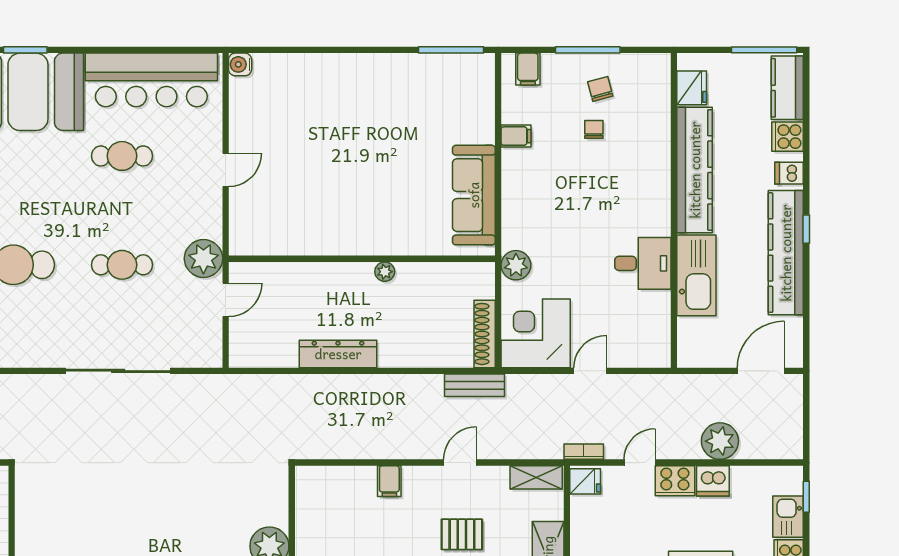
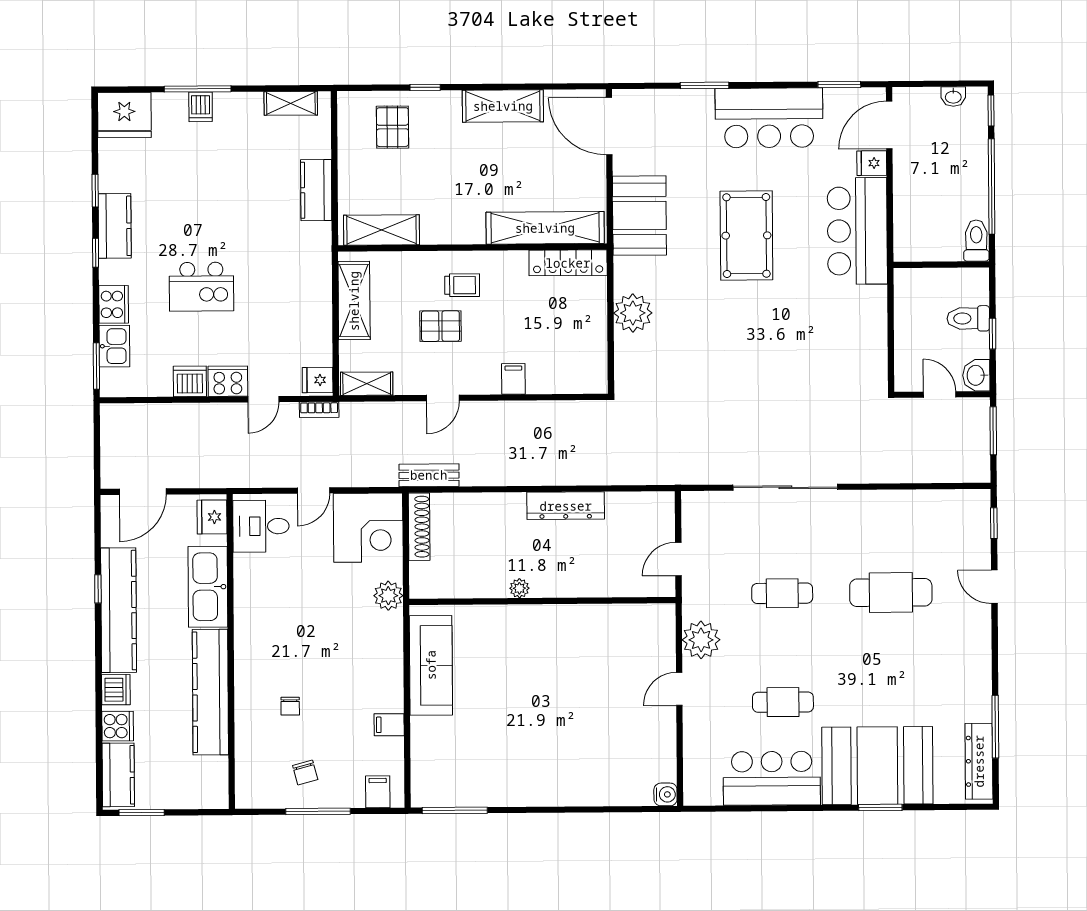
window: (764, 50) -> (142, 813), width x0.69
bar counter: (151, 80) -> (772, 778), width x0.73
fridge: (692, 88) -> (212, 517), moved
chair: (594, 129) -> (290, 706), moved
dishwasher: (789, 173) -> (116, 690), width x1.38
window: (806, 229) -> (98, 589), moved
plant: (203, 259) -> (701, 640), moved
desk: (643, 263) -> (261, 526), moved
plant: (720, 441) -> (183, 421), removed
window: (806, 497) -> (96, 366), width x1.50

